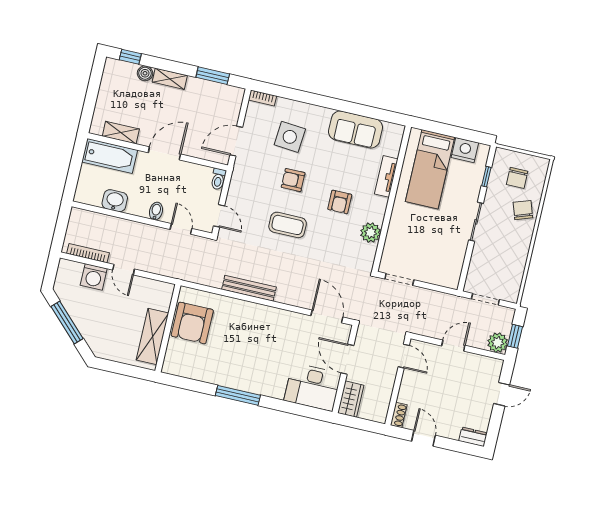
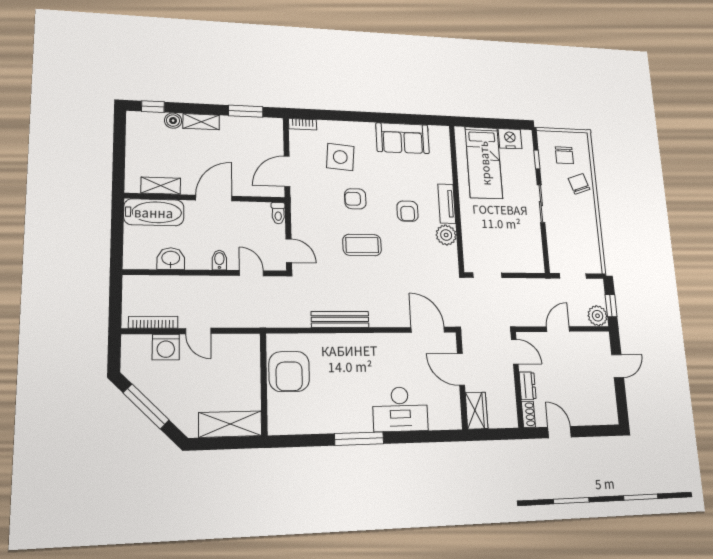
tv unit: (386, 176) -> (447, 204), moved
shelving: (152, 336) -> (230, 424), moved, turned 90
desk: (313, 387) -> (400, 409), moved
dresser: (473, 437) -> (528, 386), moved, turned 90

